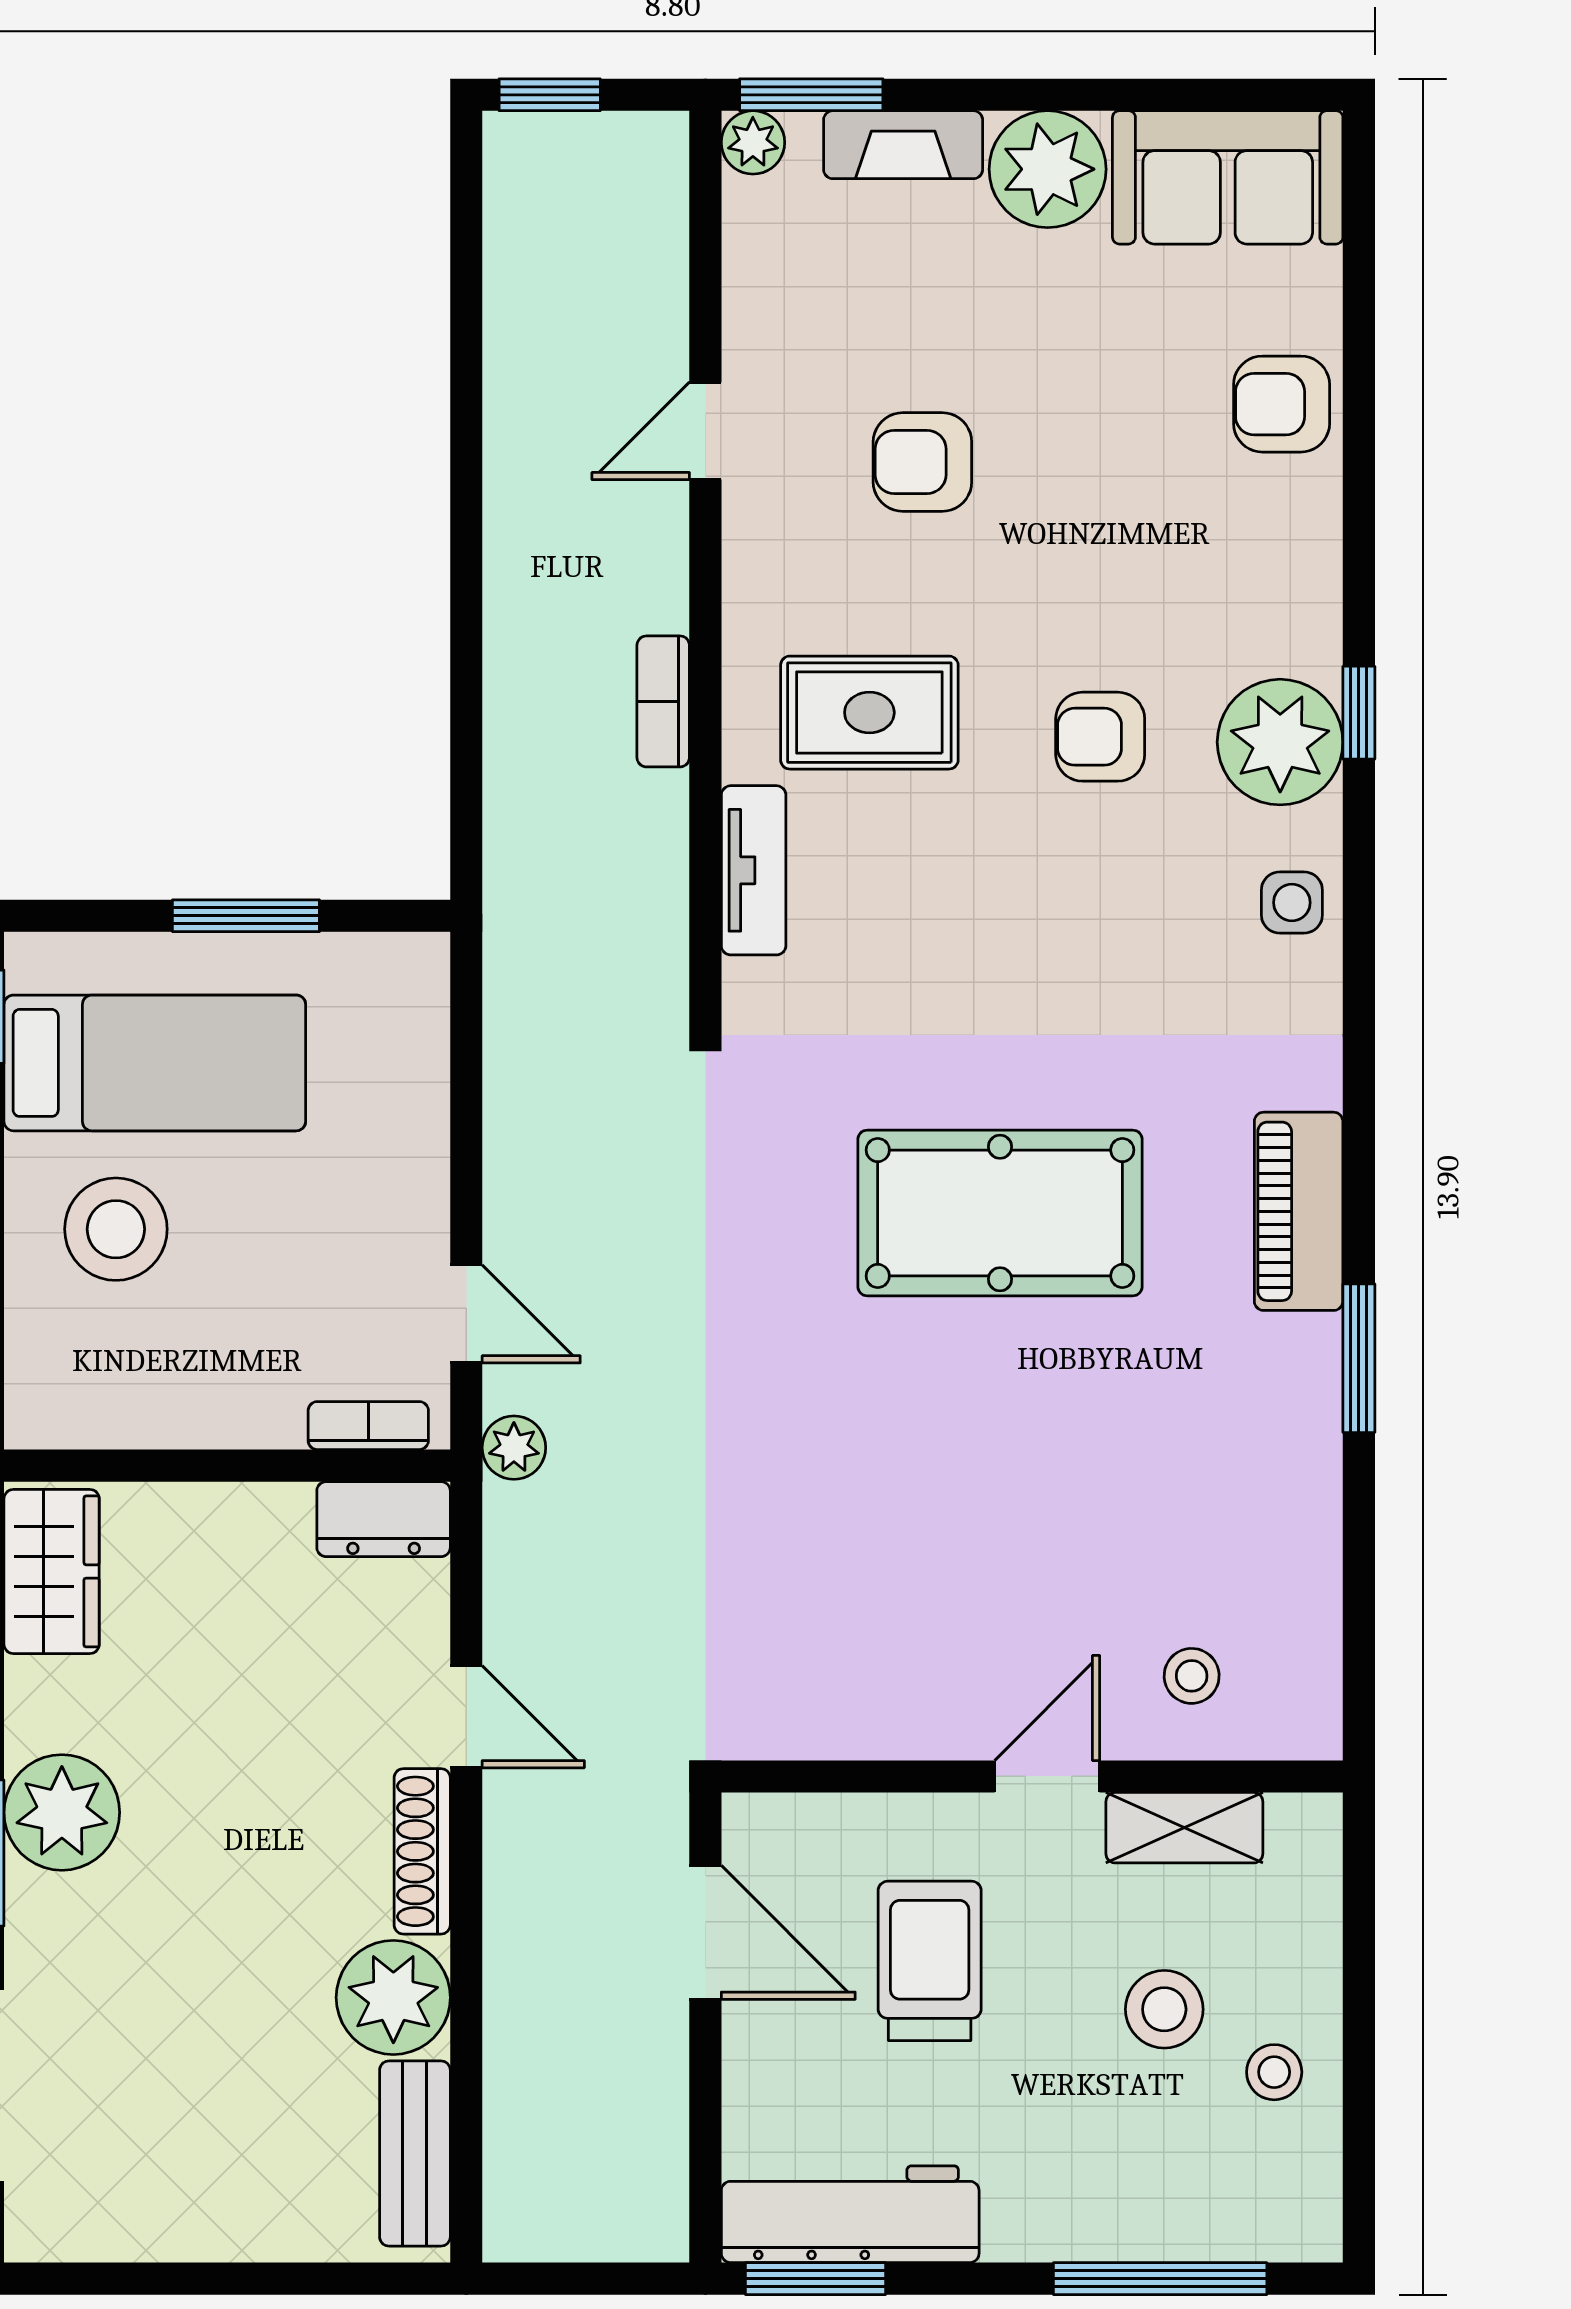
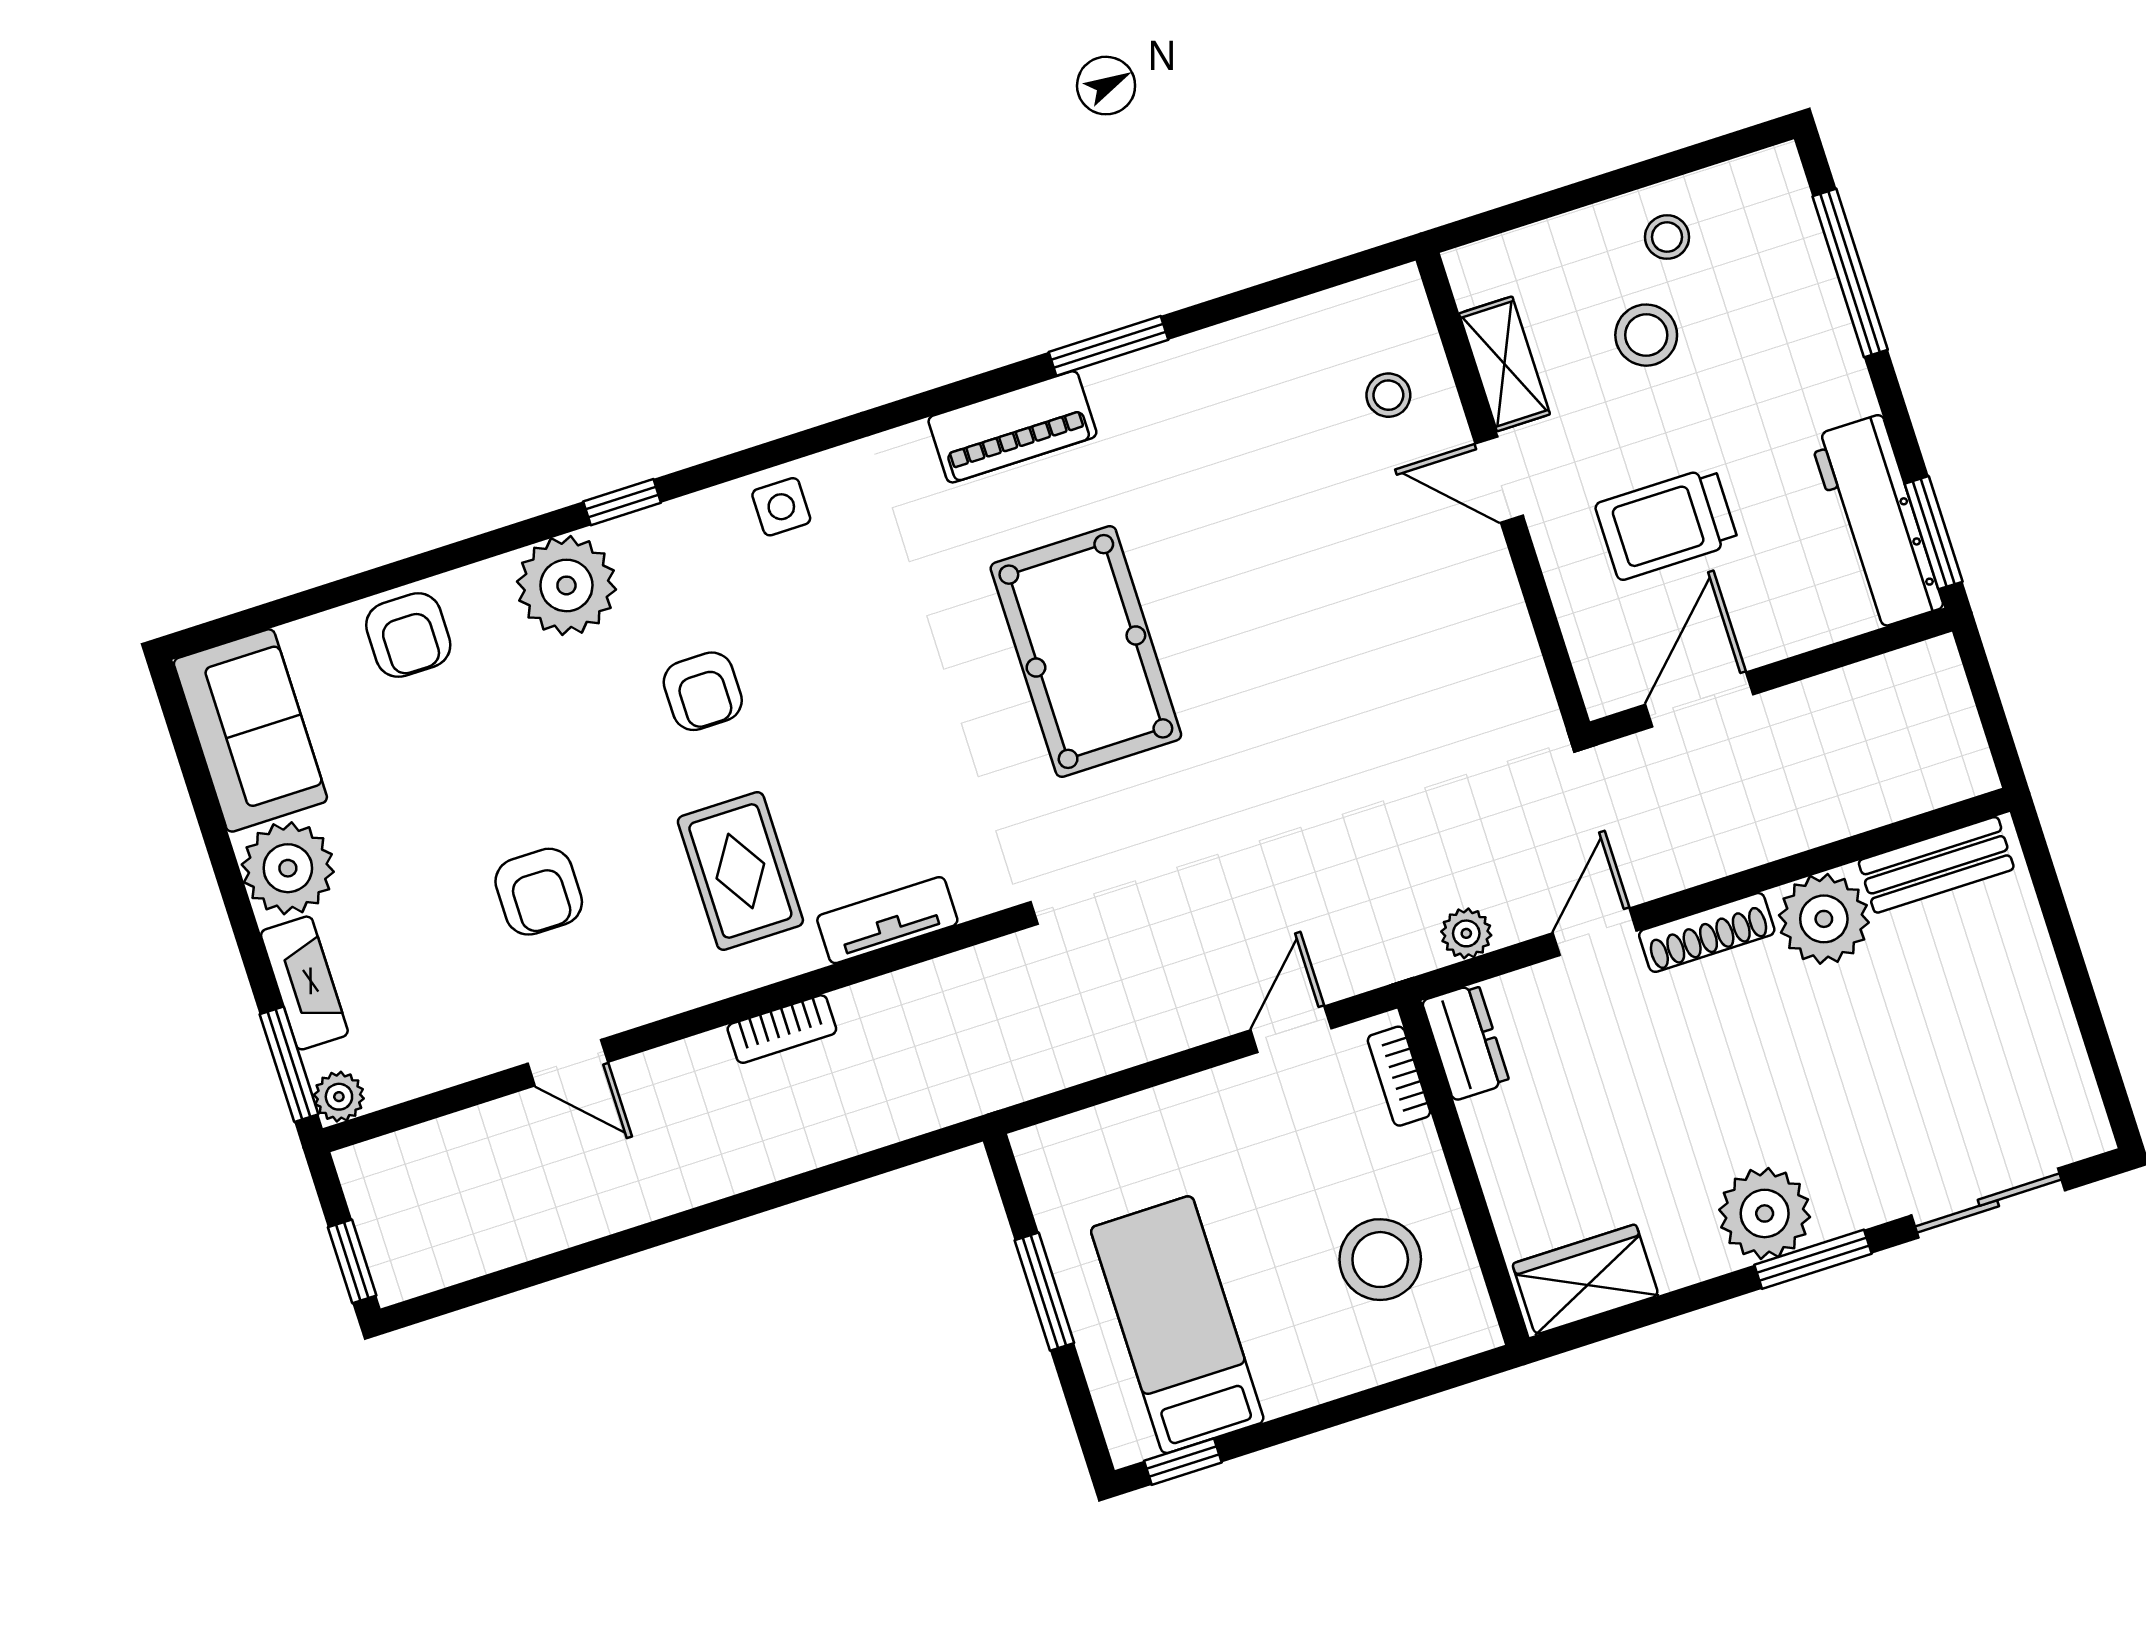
plant: (1280, 742) -> (566, 585), moved
stool: (116, 1229) -> (1380, 1260), moved
plant: (514, 1448) -> (1466, 933), moved

